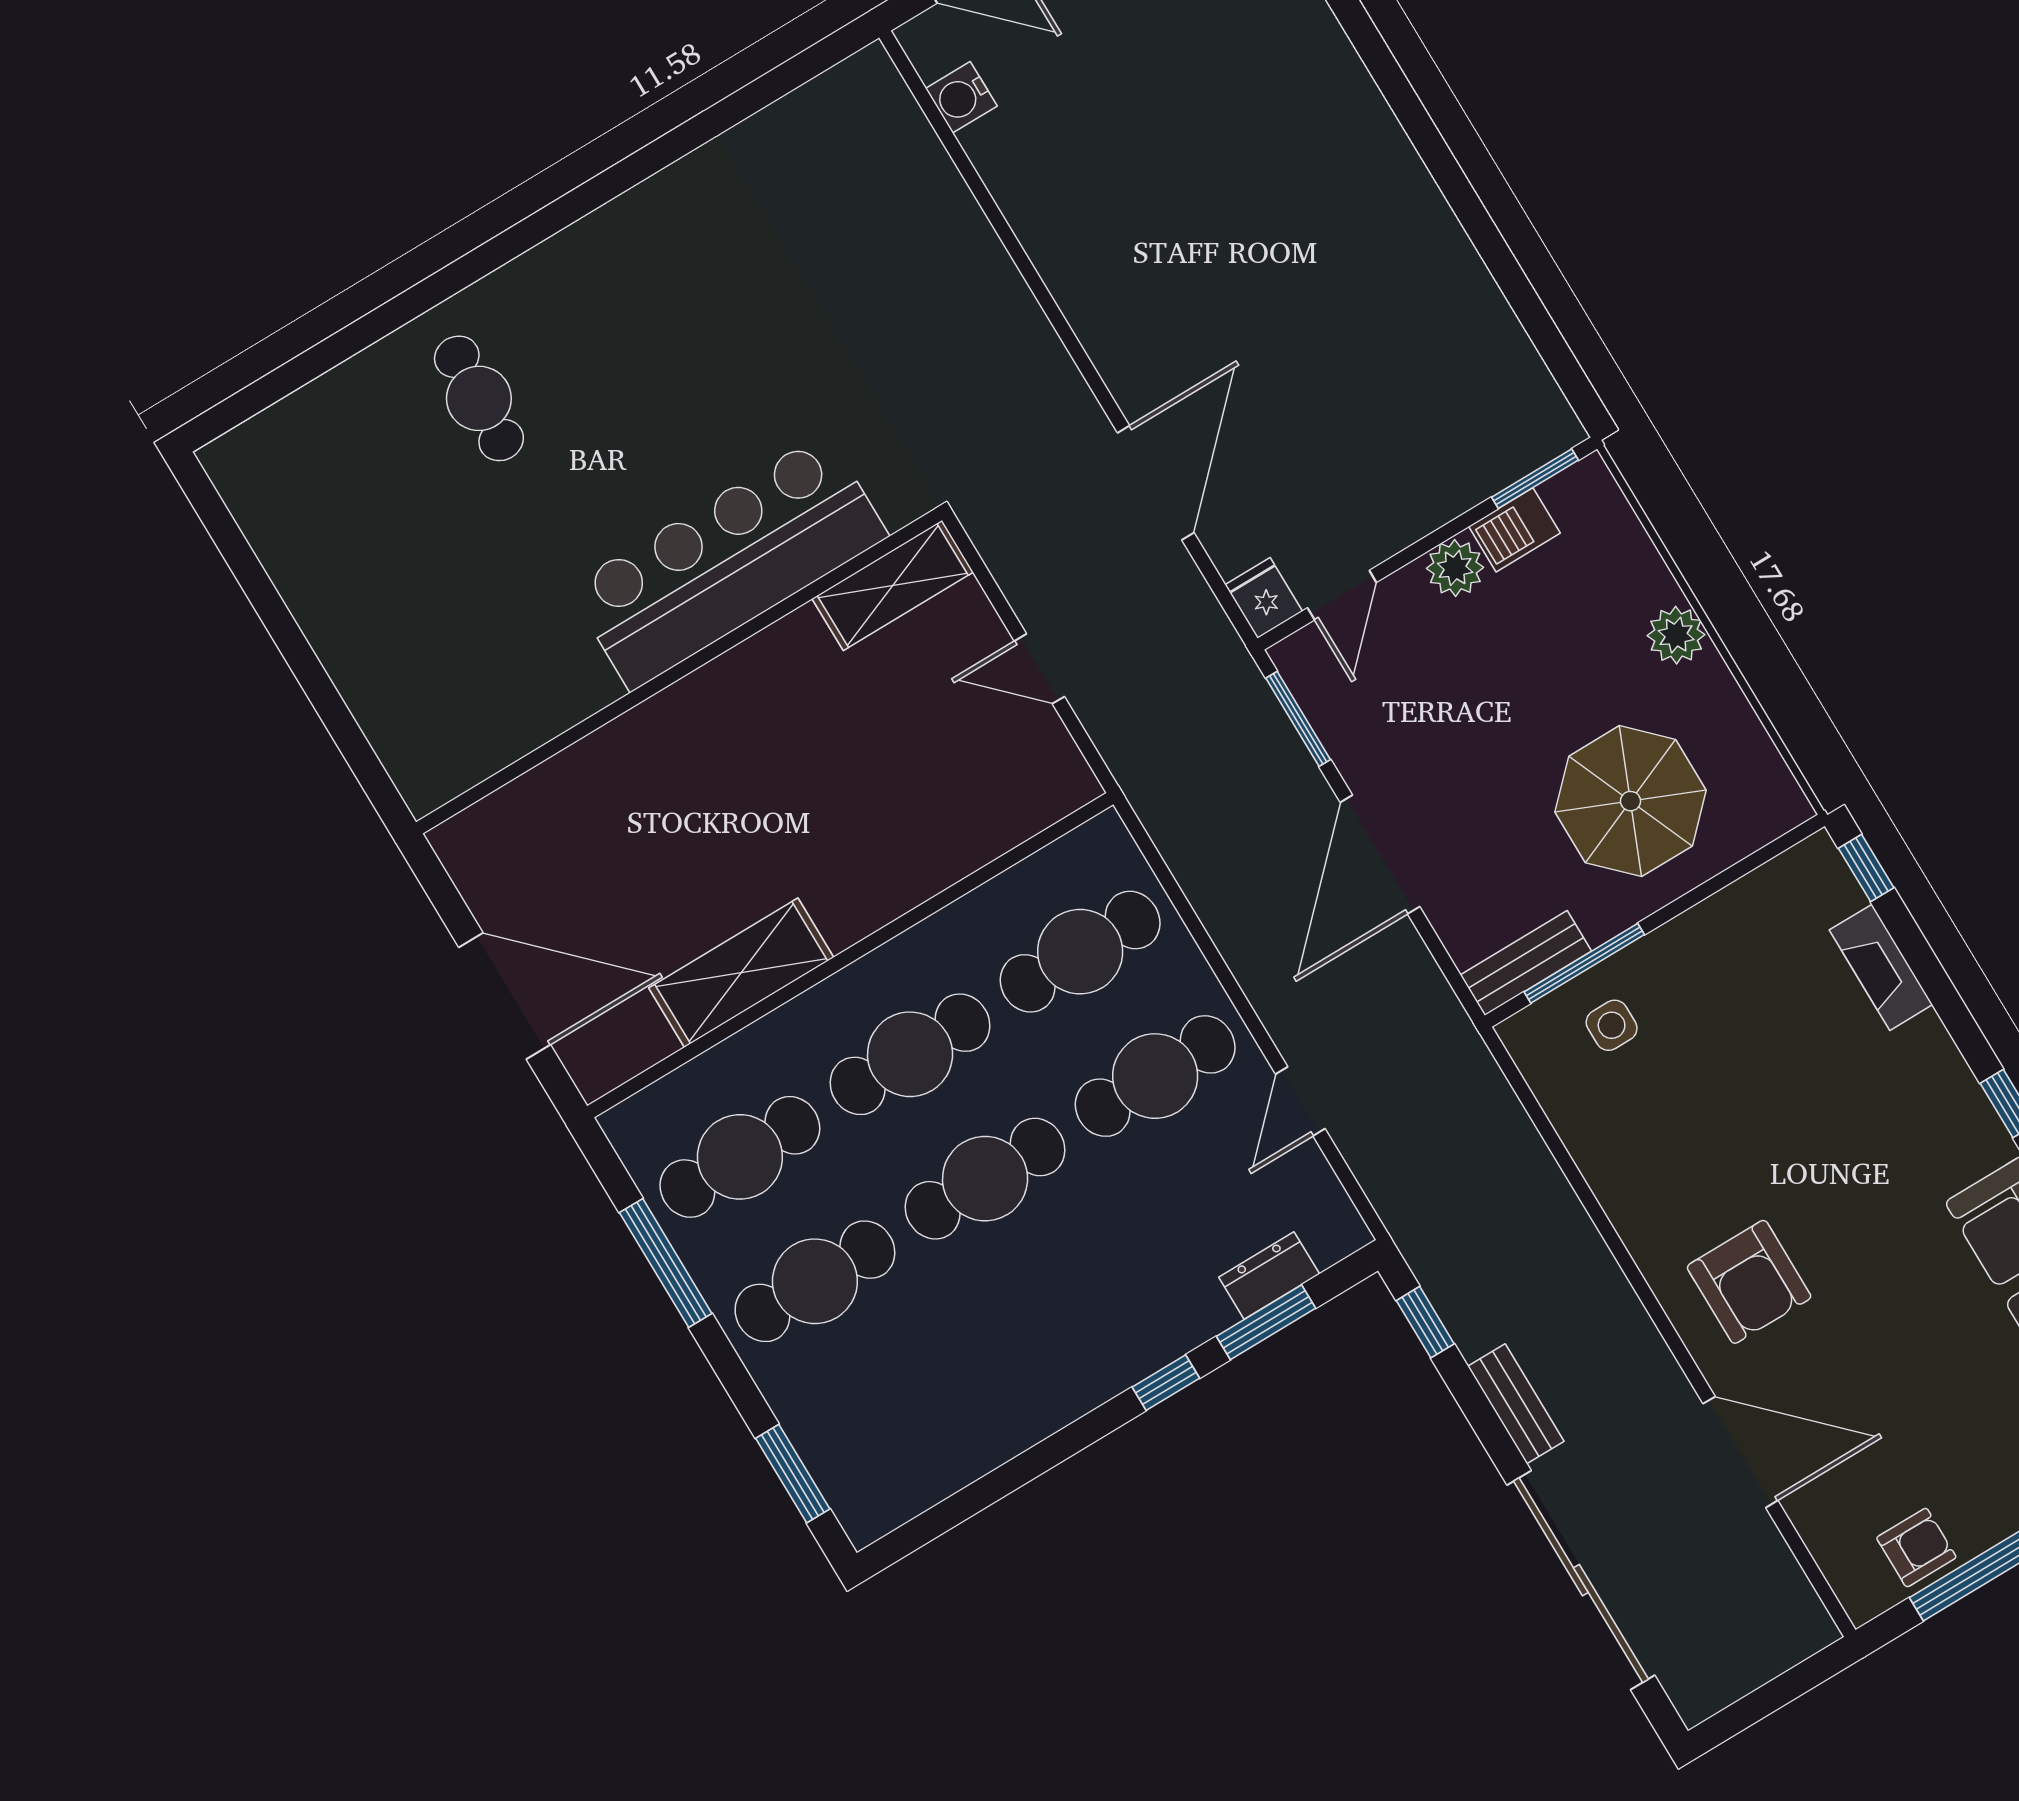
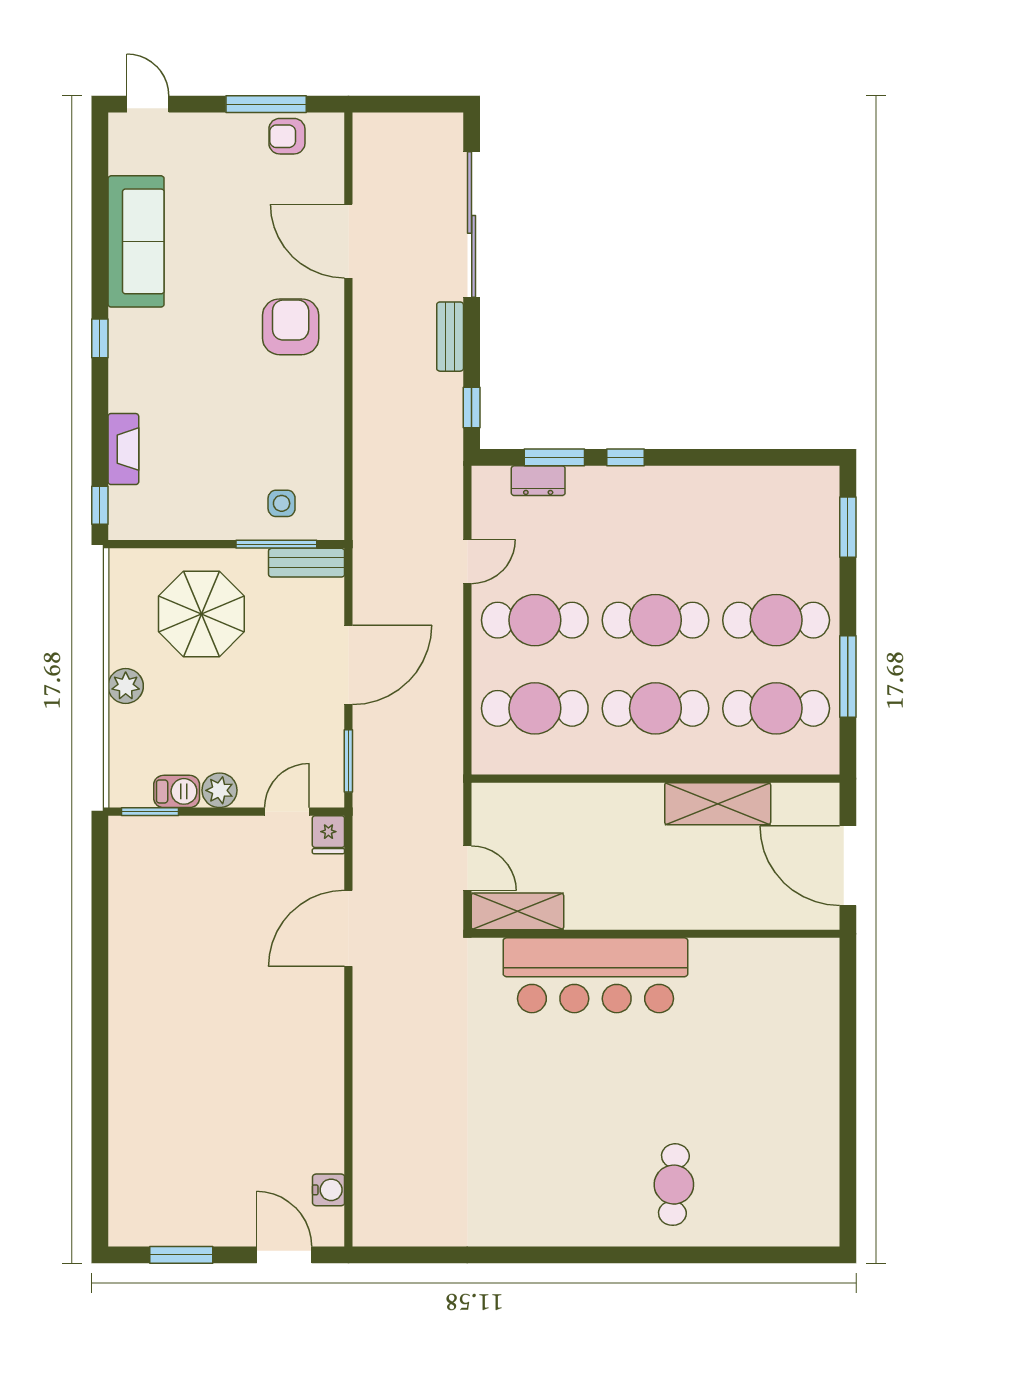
bar counter: (728, 562) -> (595, 975), moved
shelving: (893, 585) -> (517, 911), moved
wall: (679, 671) -> (655, 934), moved

